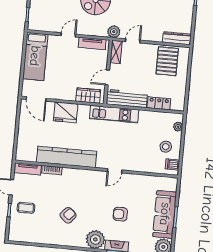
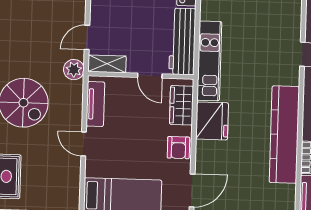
door: (133, 41) -> (87, 37), hinge flipped
armchair: (63, 92) -> (178, 148), added
fridge: (66, 112) -> (212, 121), moved

